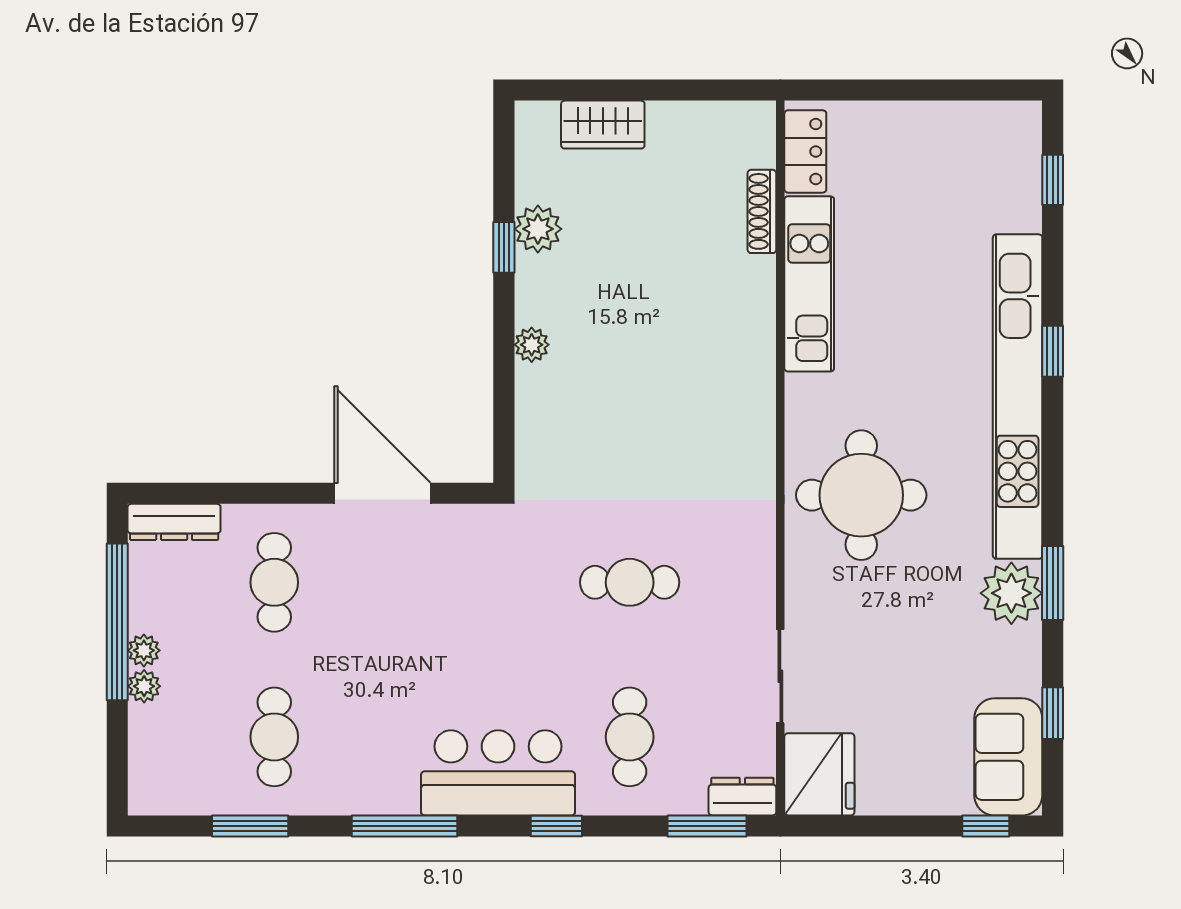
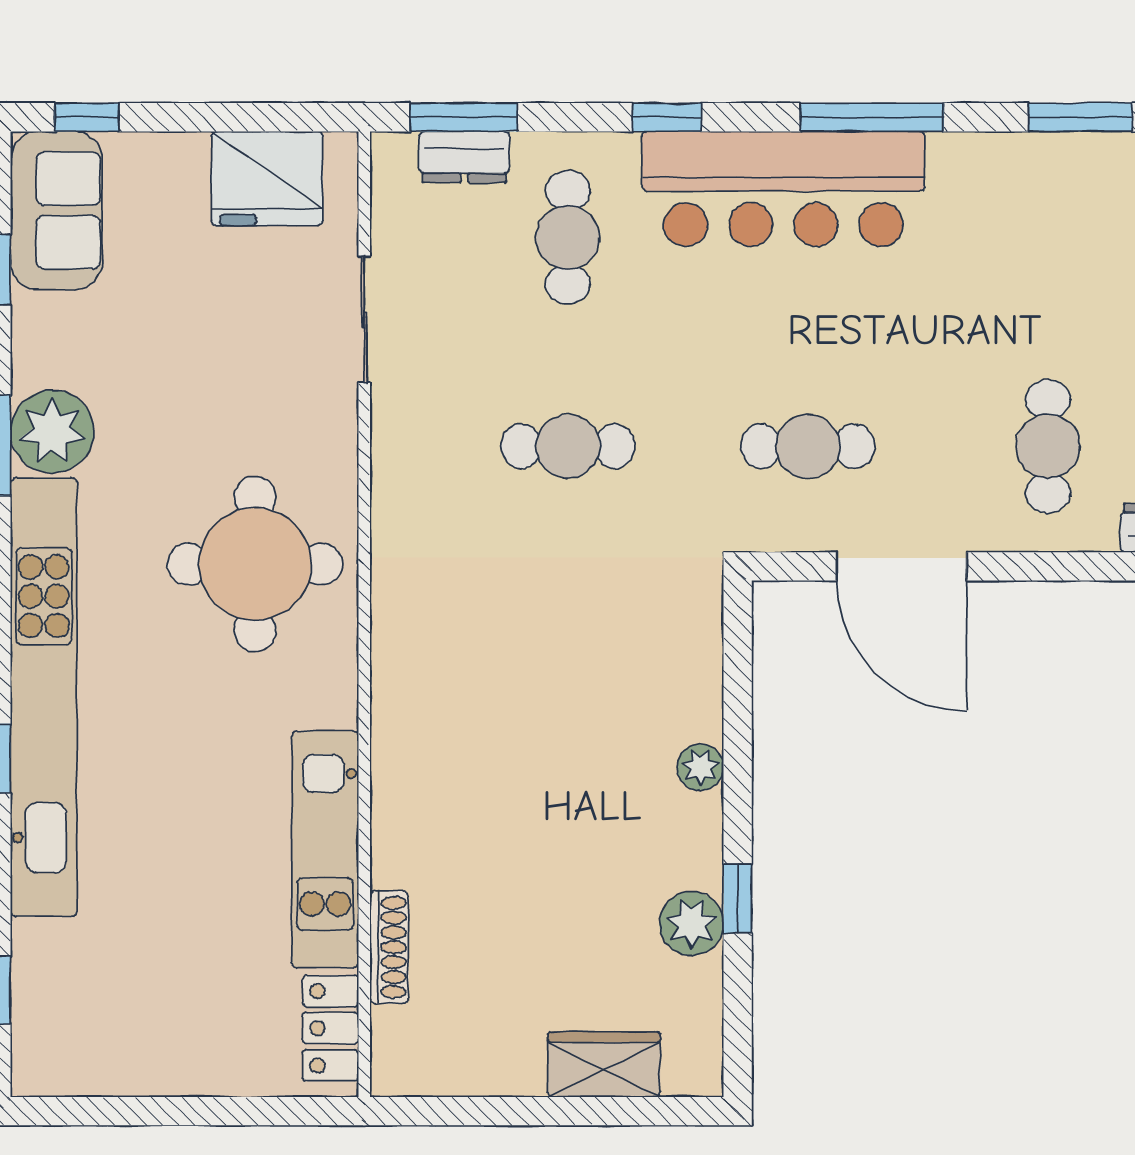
cafe table: (274, 737) -> (808, 446), moved, turned 90
bar counter: (498, 773) -> (783, 189), width x1.36
fridge: (819, 774) -> (267, 178), moved, turned -90
dresser: (742, 797) -> (464, 157), moved

